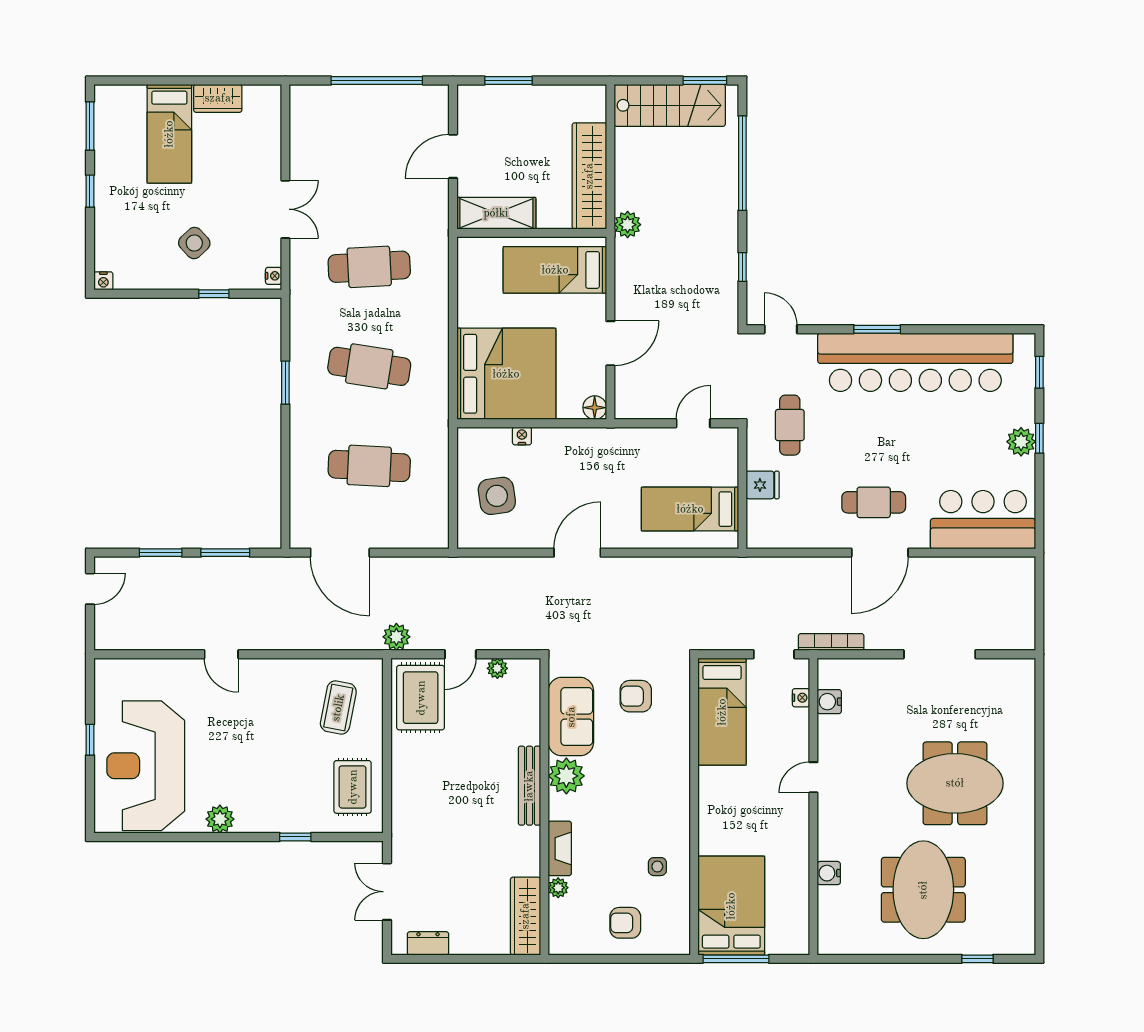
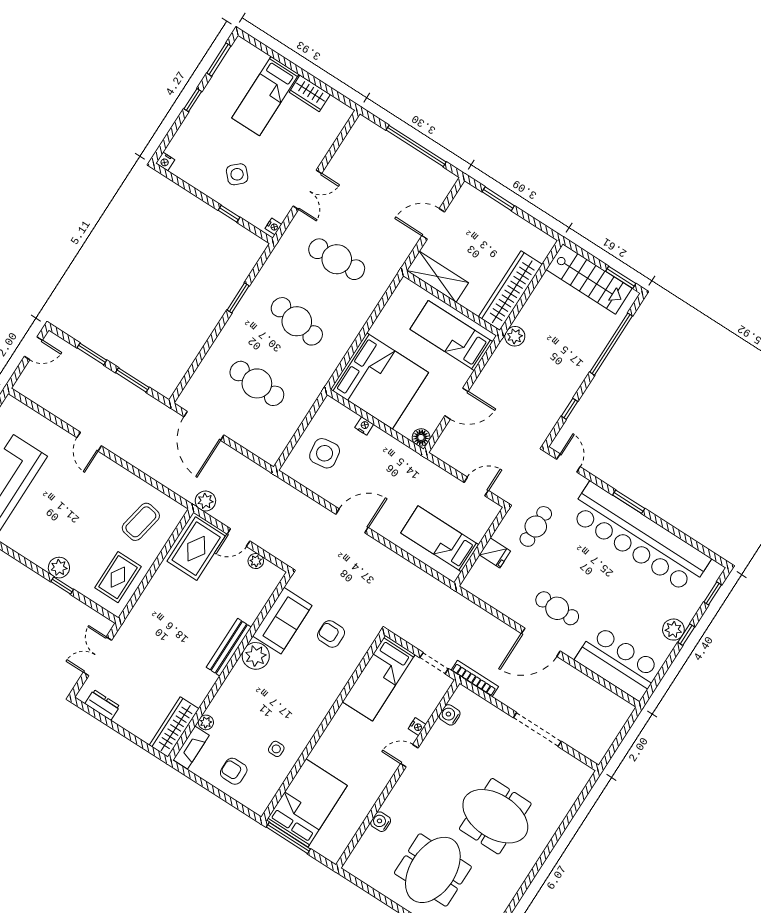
nightstand: (801, 698) -> (417, 727), moved
plant: (220, 819) -> (59, 568), moved
fireplace: (560, 848) -> (191, 748), moved

